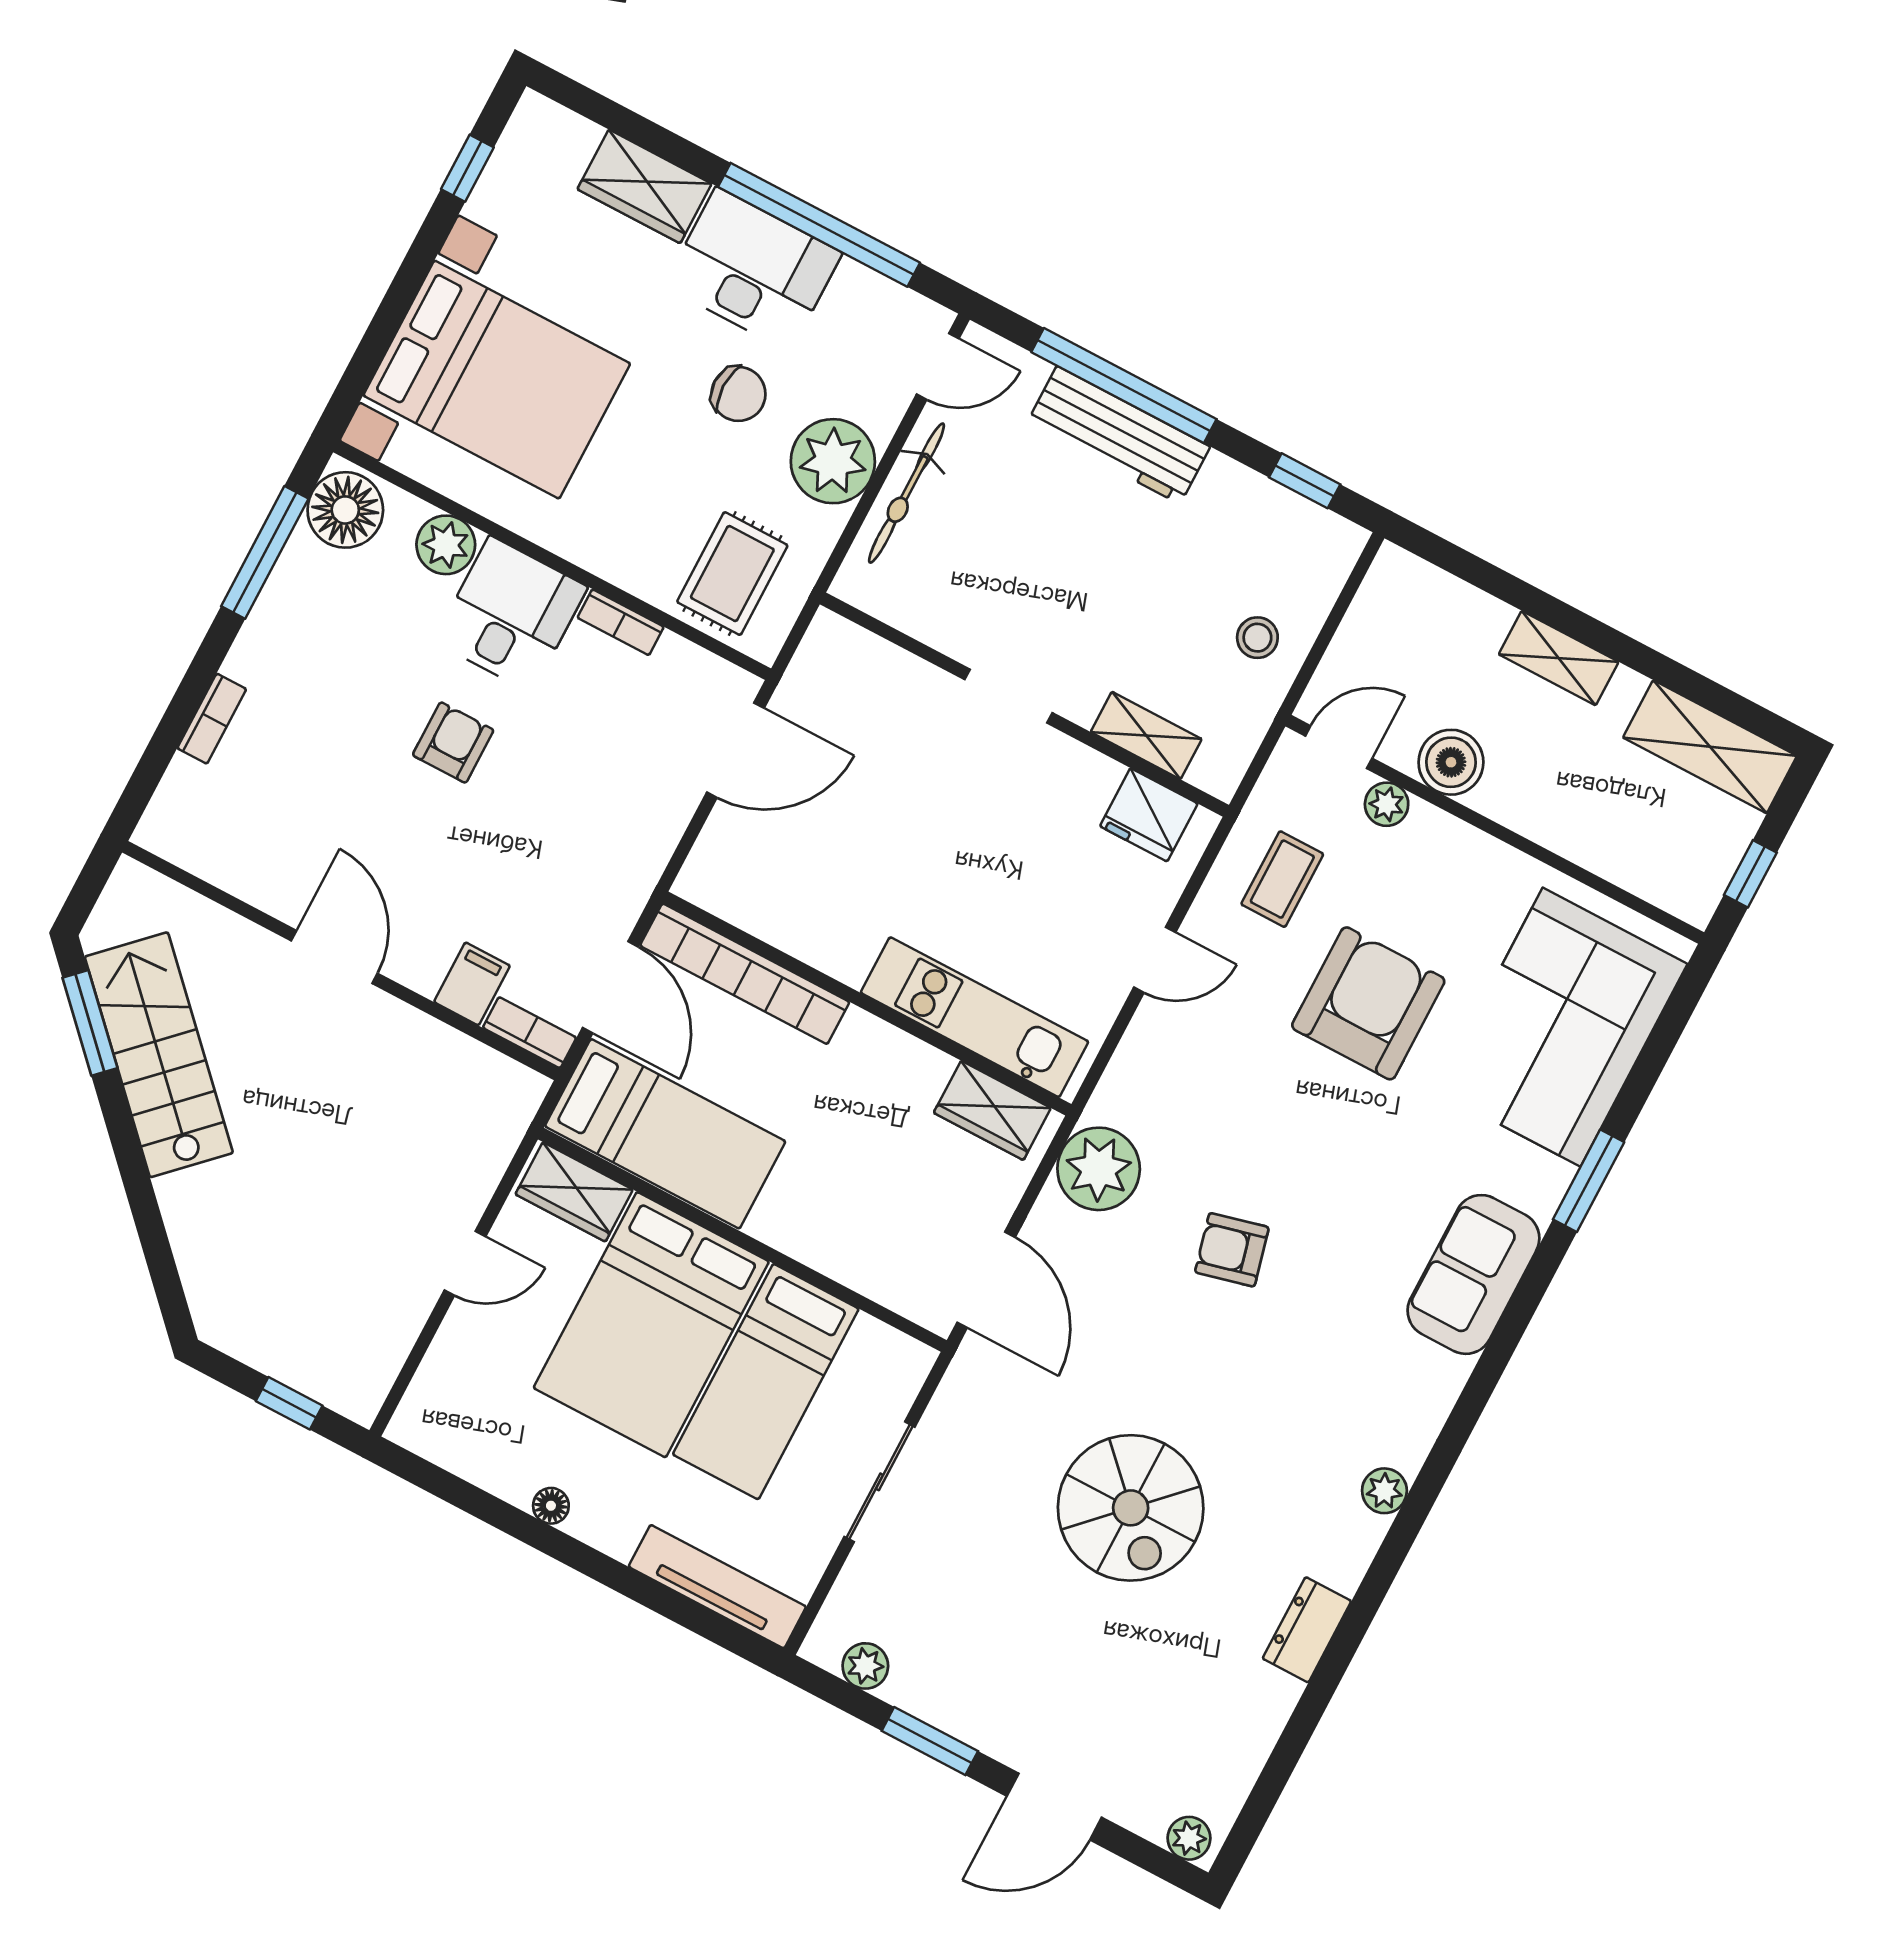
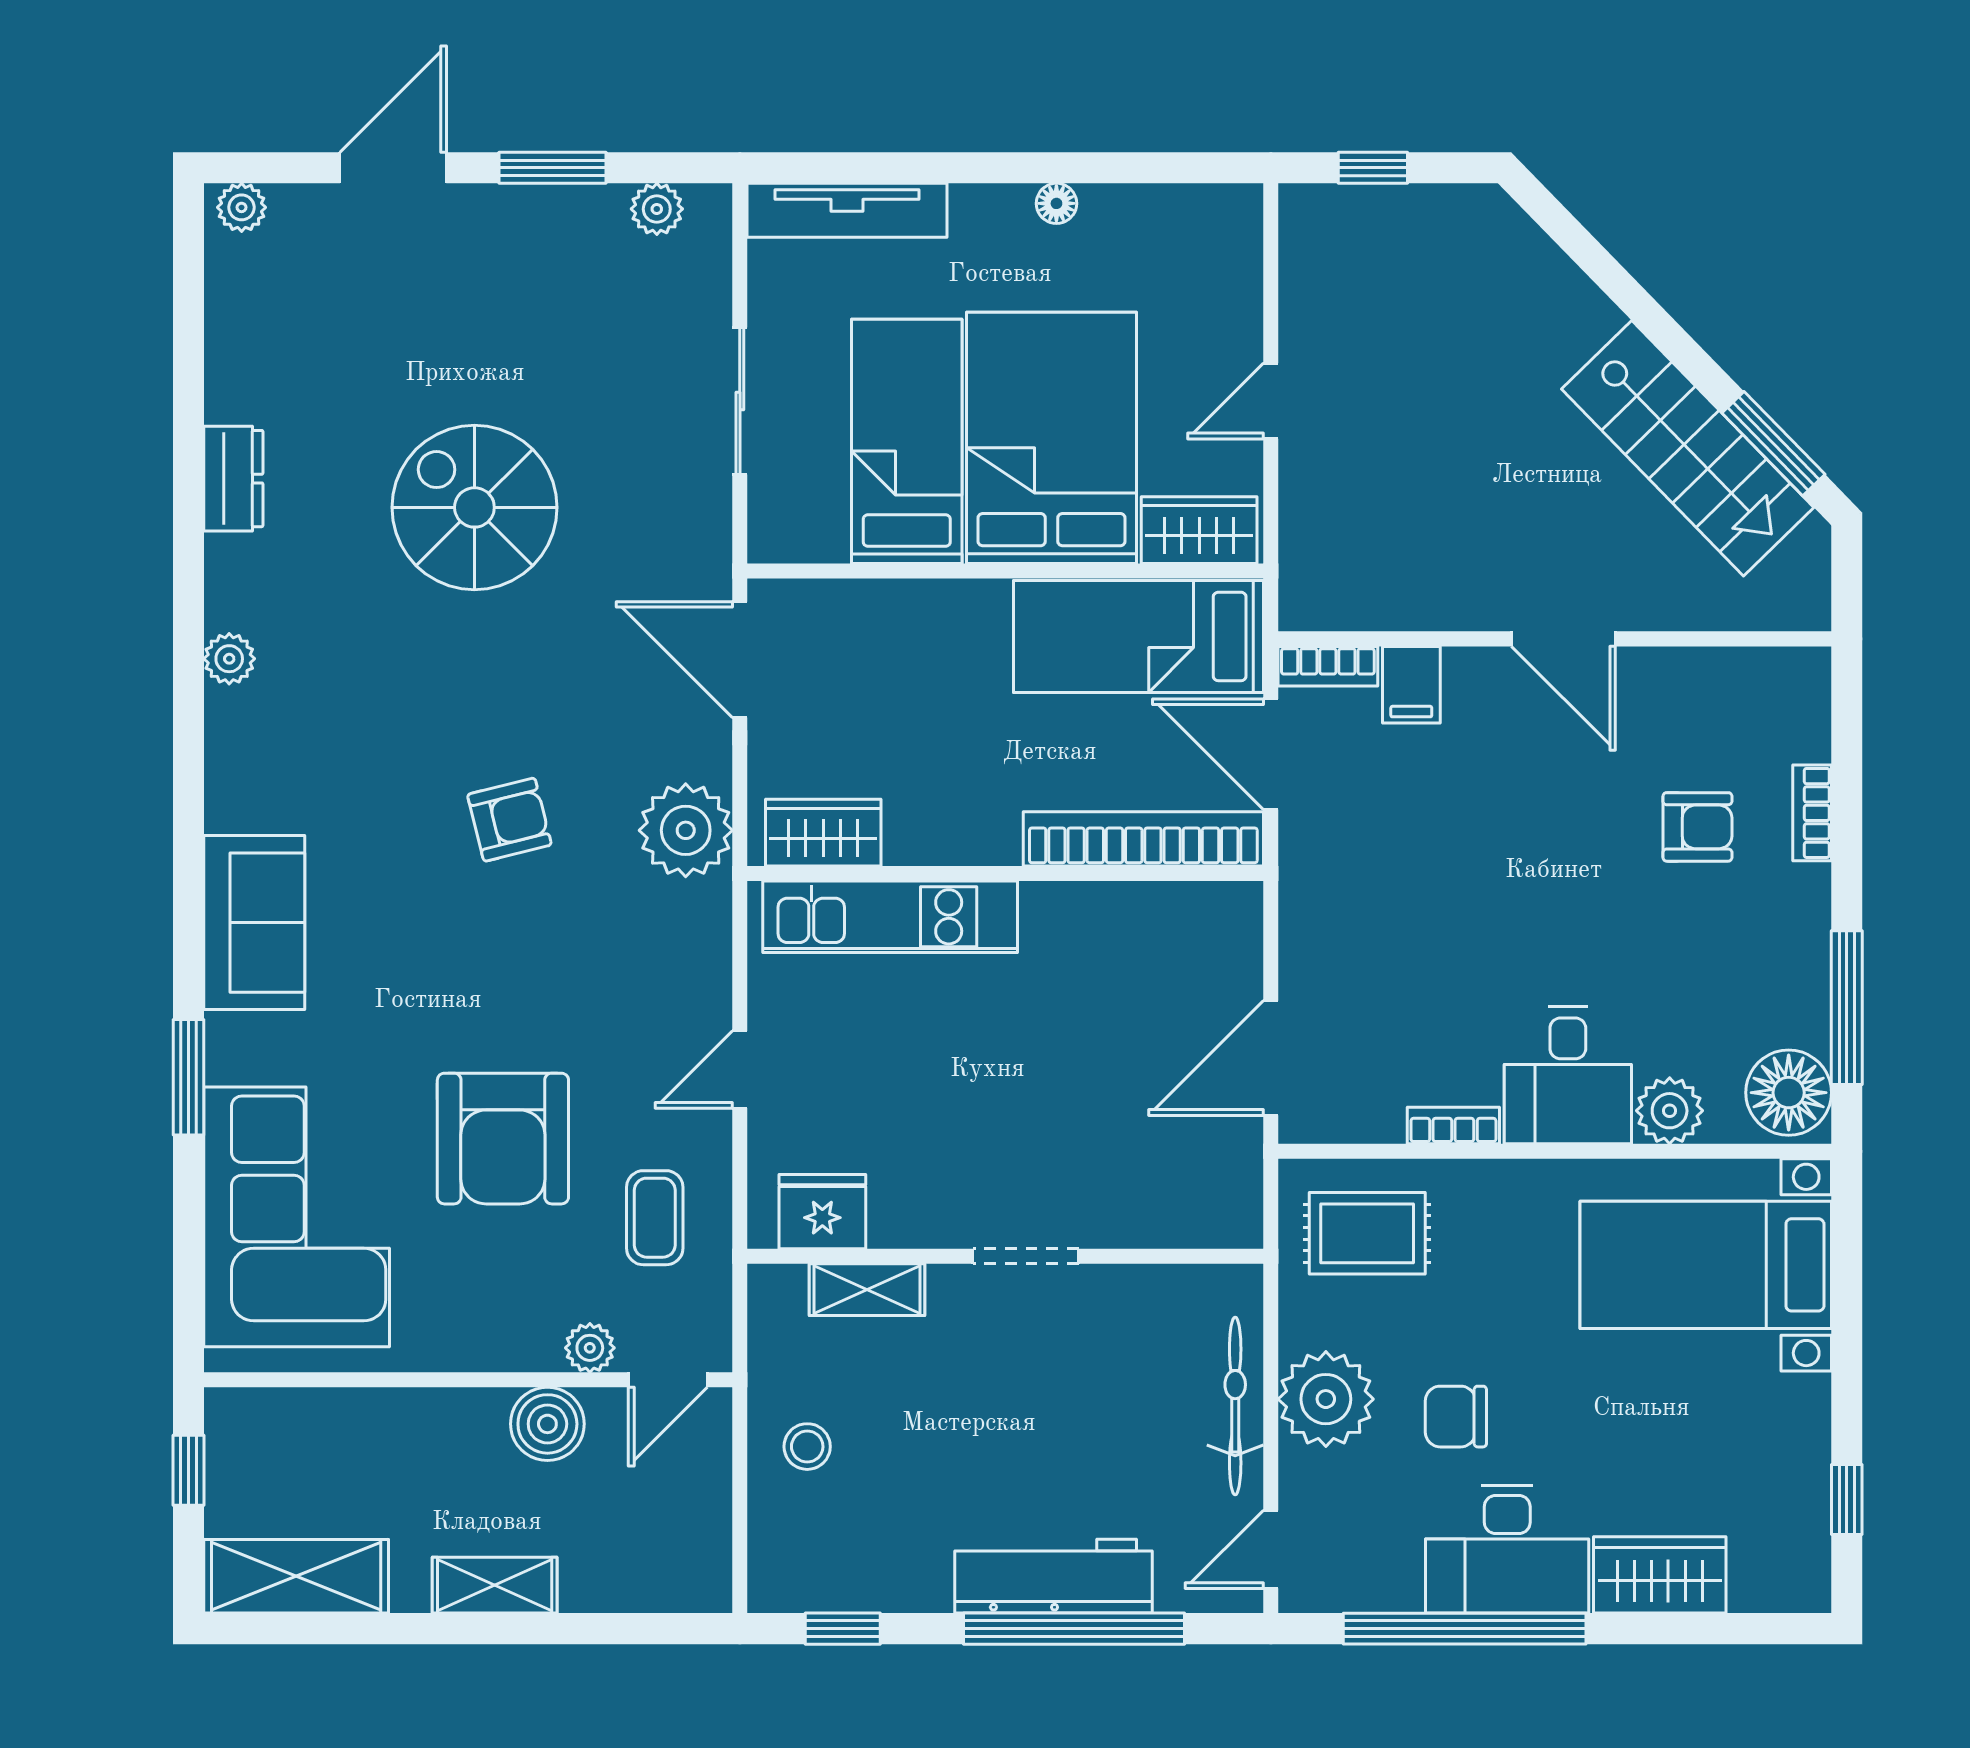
bed with nightstands: (497, 380) -> (1706, 1265), width x0.73
rug: (732, 574) -> (1367, 1233), turned 90
armchair: (453, 743) -> (1697, 827), moved, turned -90

